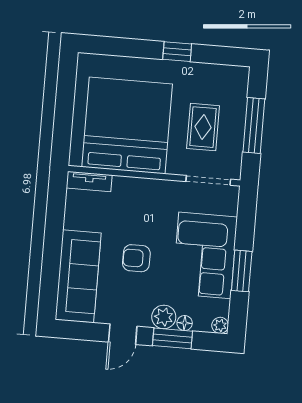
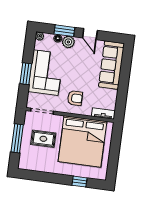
window: (177, 52) -> (79, 182), moved
rug: (203, 127) -> (43, 139), turned 90
armchair: (136, 258) -> (75, 98), moved
window: (242, 271) -> (26, 74), moved
door: (123, 334) -> (90, 34), swing flipped

